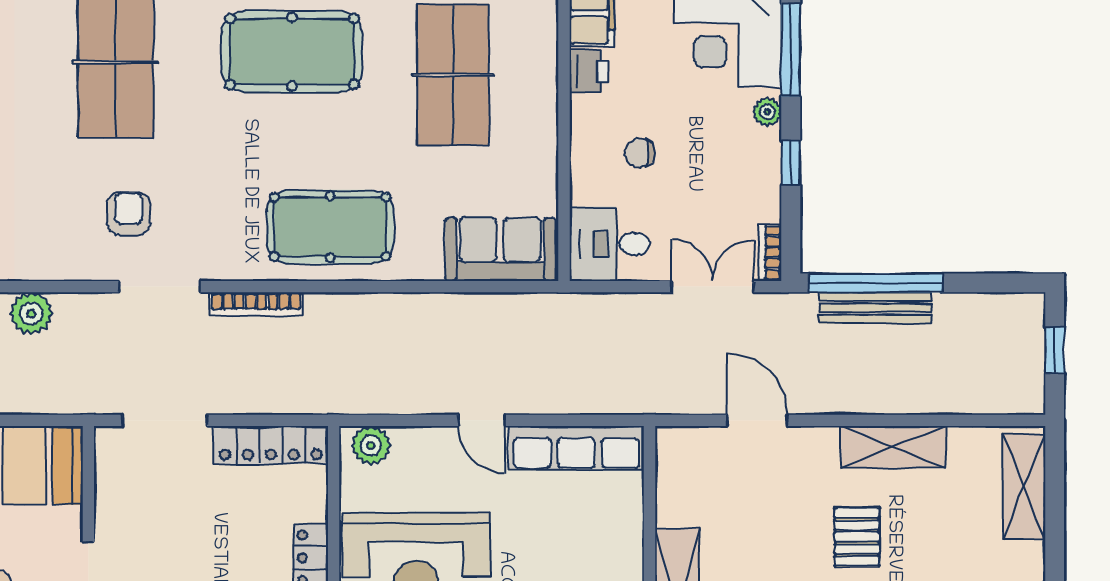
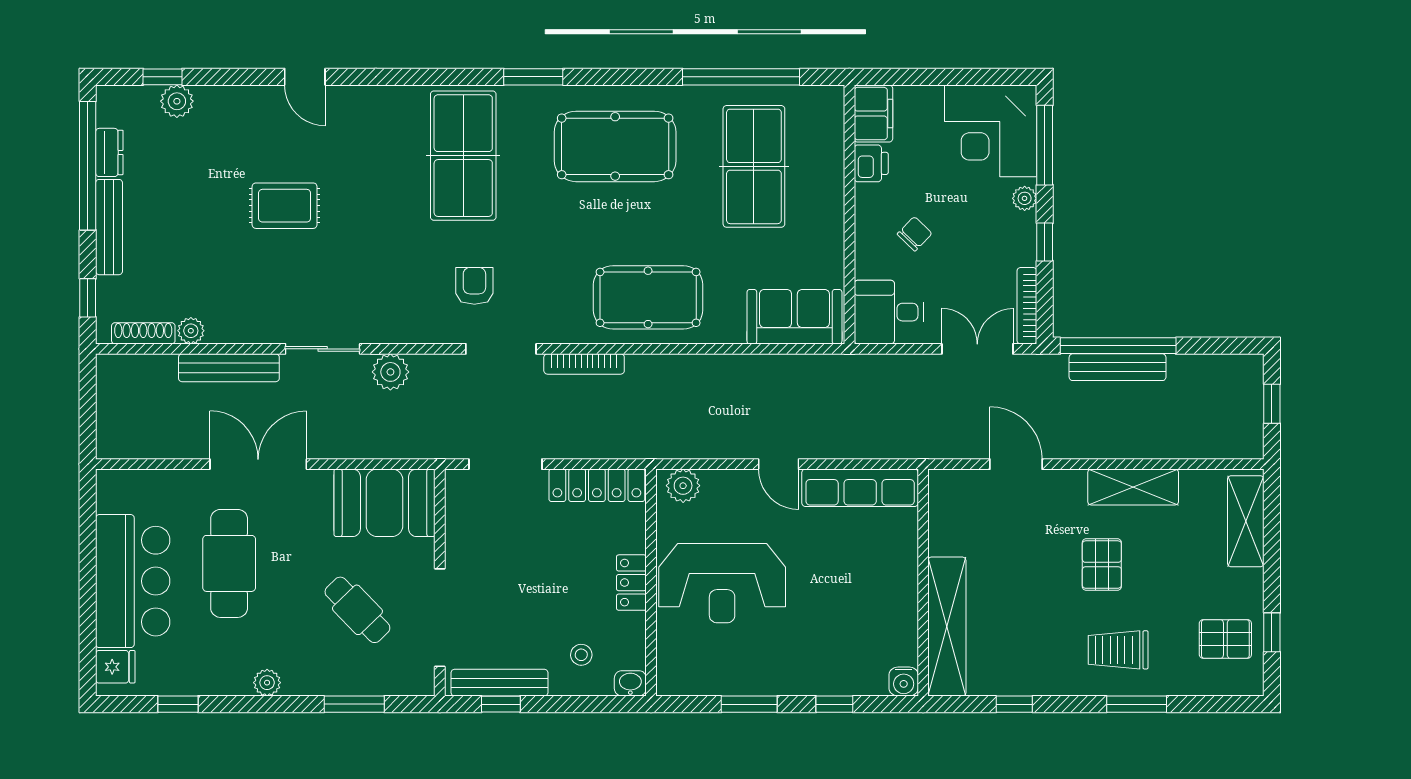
chair: (640, 153) -> (915, 234), turned 134
bookcase: (770, 253) -> (1027, 306), width x1.56

